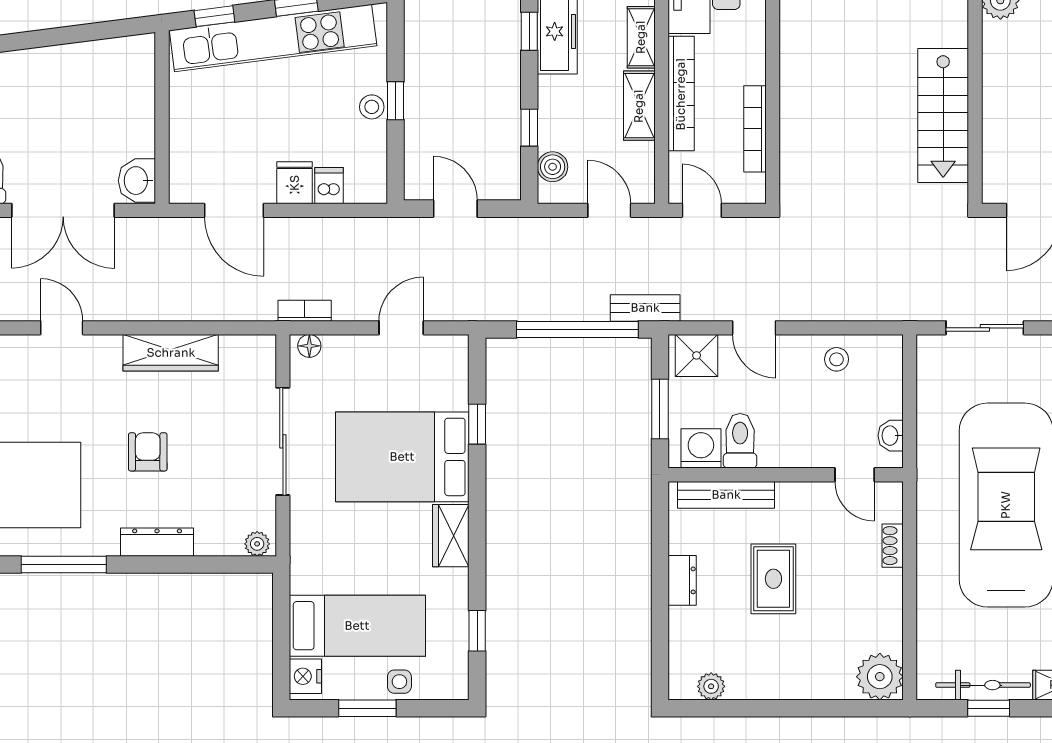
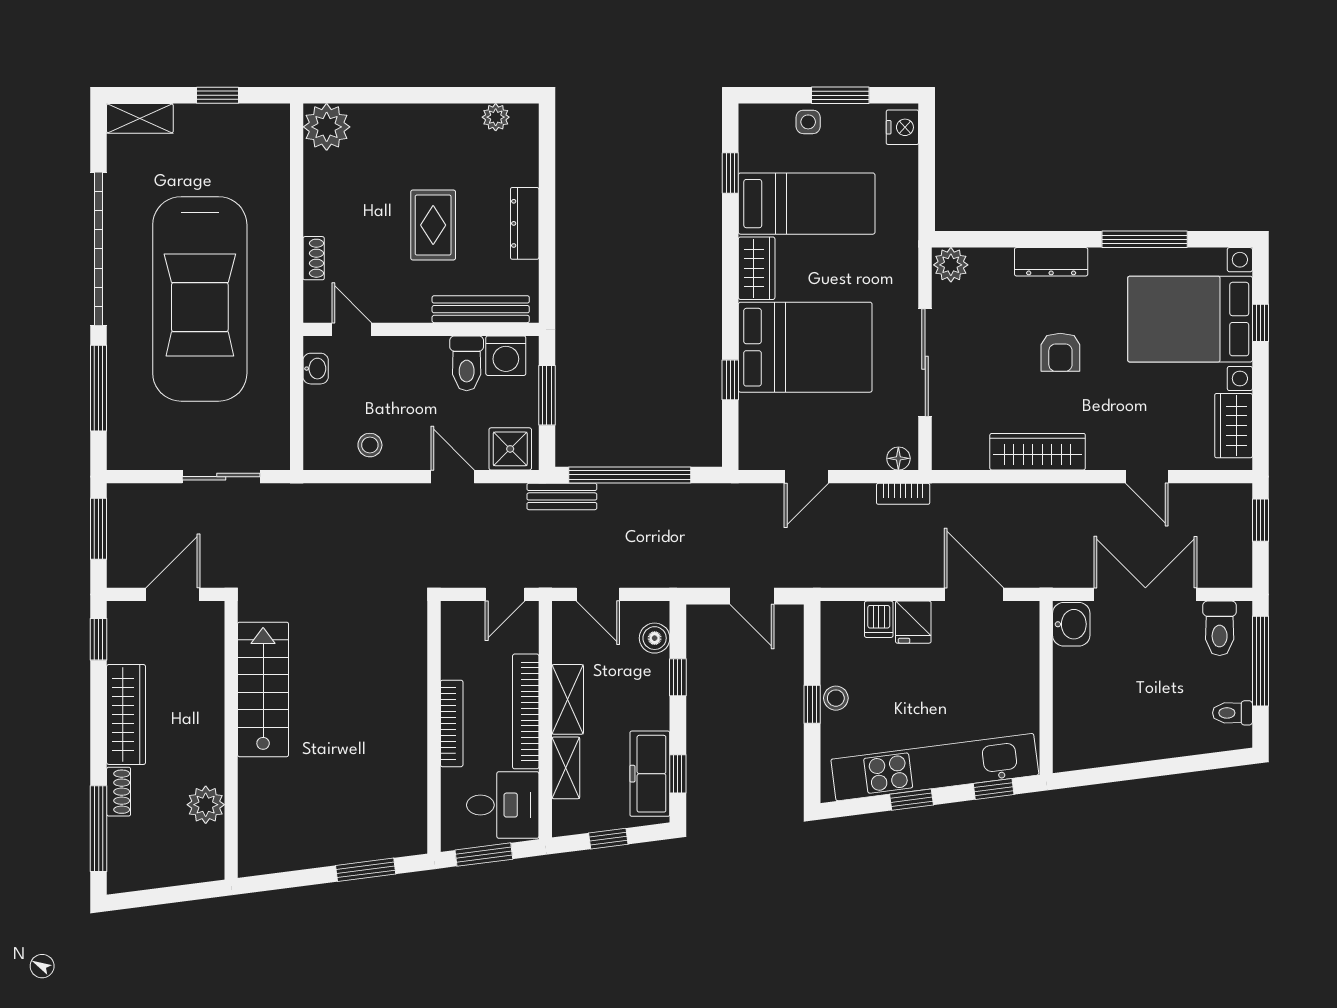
bookcase: (755, 129) -> (452, 723), moved
door: (702, 210) -> (505, 594), hinge flipped
plant: (257, 544) -> (951, 265), width x1.38, depth x1.38
dresser: (682, 580) -> (525, 223), width x1.44
bed: (357, 626) -> (807, 204), moved, turned 180
bicycle: (983, 685) -> (223, 118), removed

